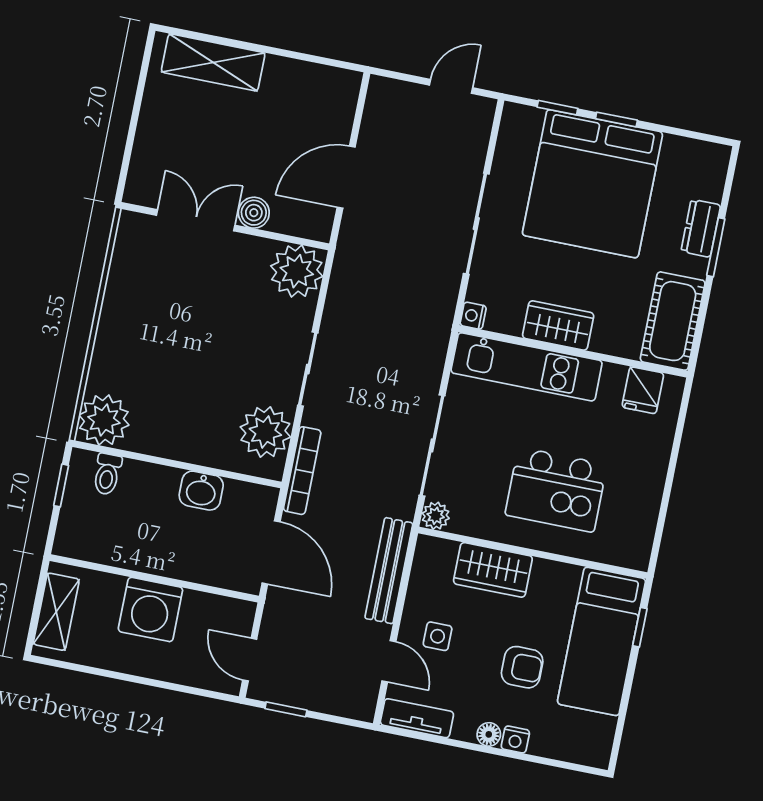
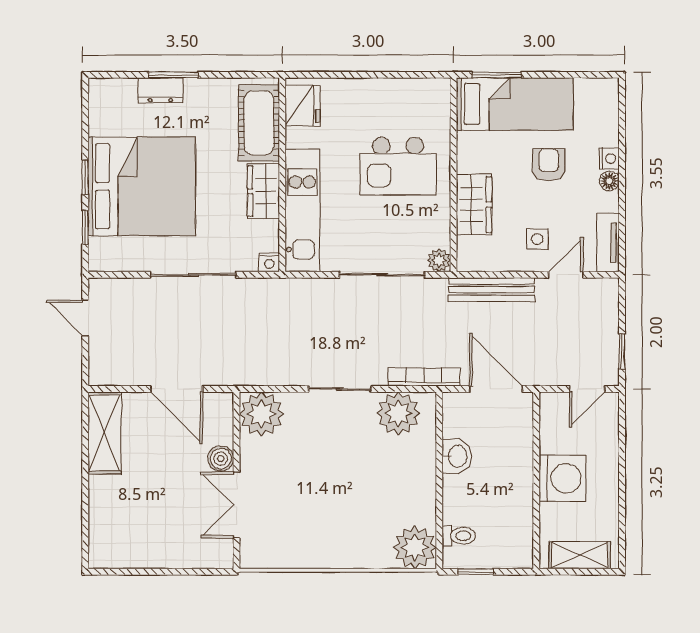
shelving: (213, 62) -> (104, 433), moved
cot: (673, 321) -> (259, 123), moved, turned 90
fridge: (643, 390) -> (302, 106), width x1.38
kitchen island: (556, 490) -> (398, 166), turned 90
door: (271, 552) -> (496, 389), hinge flipped
window: (640, 627) -> (497, 75), width x1.50

